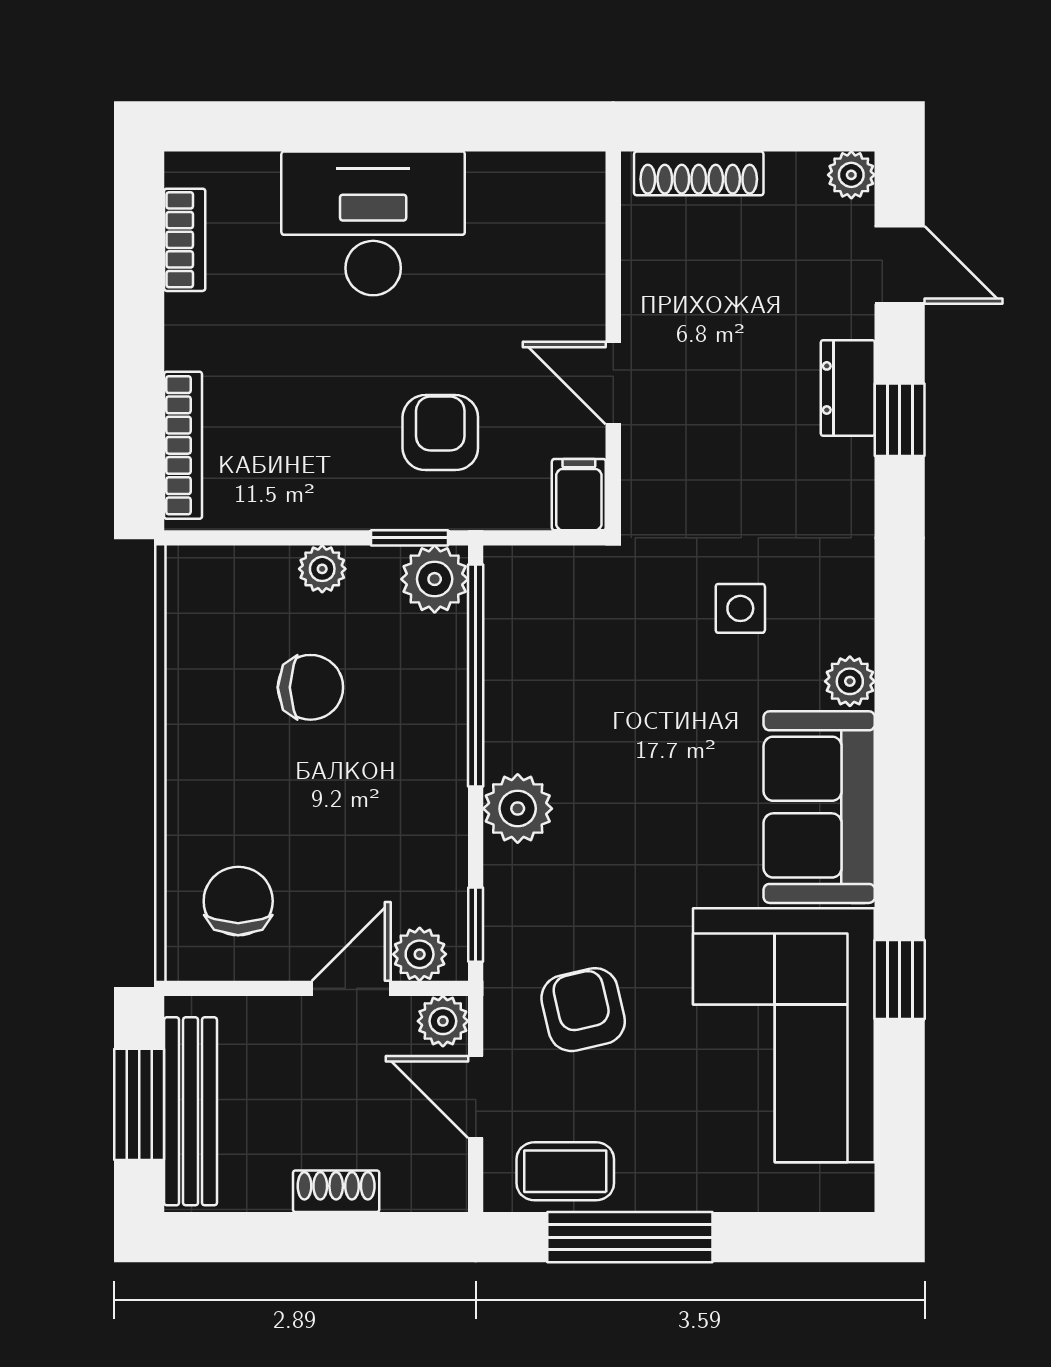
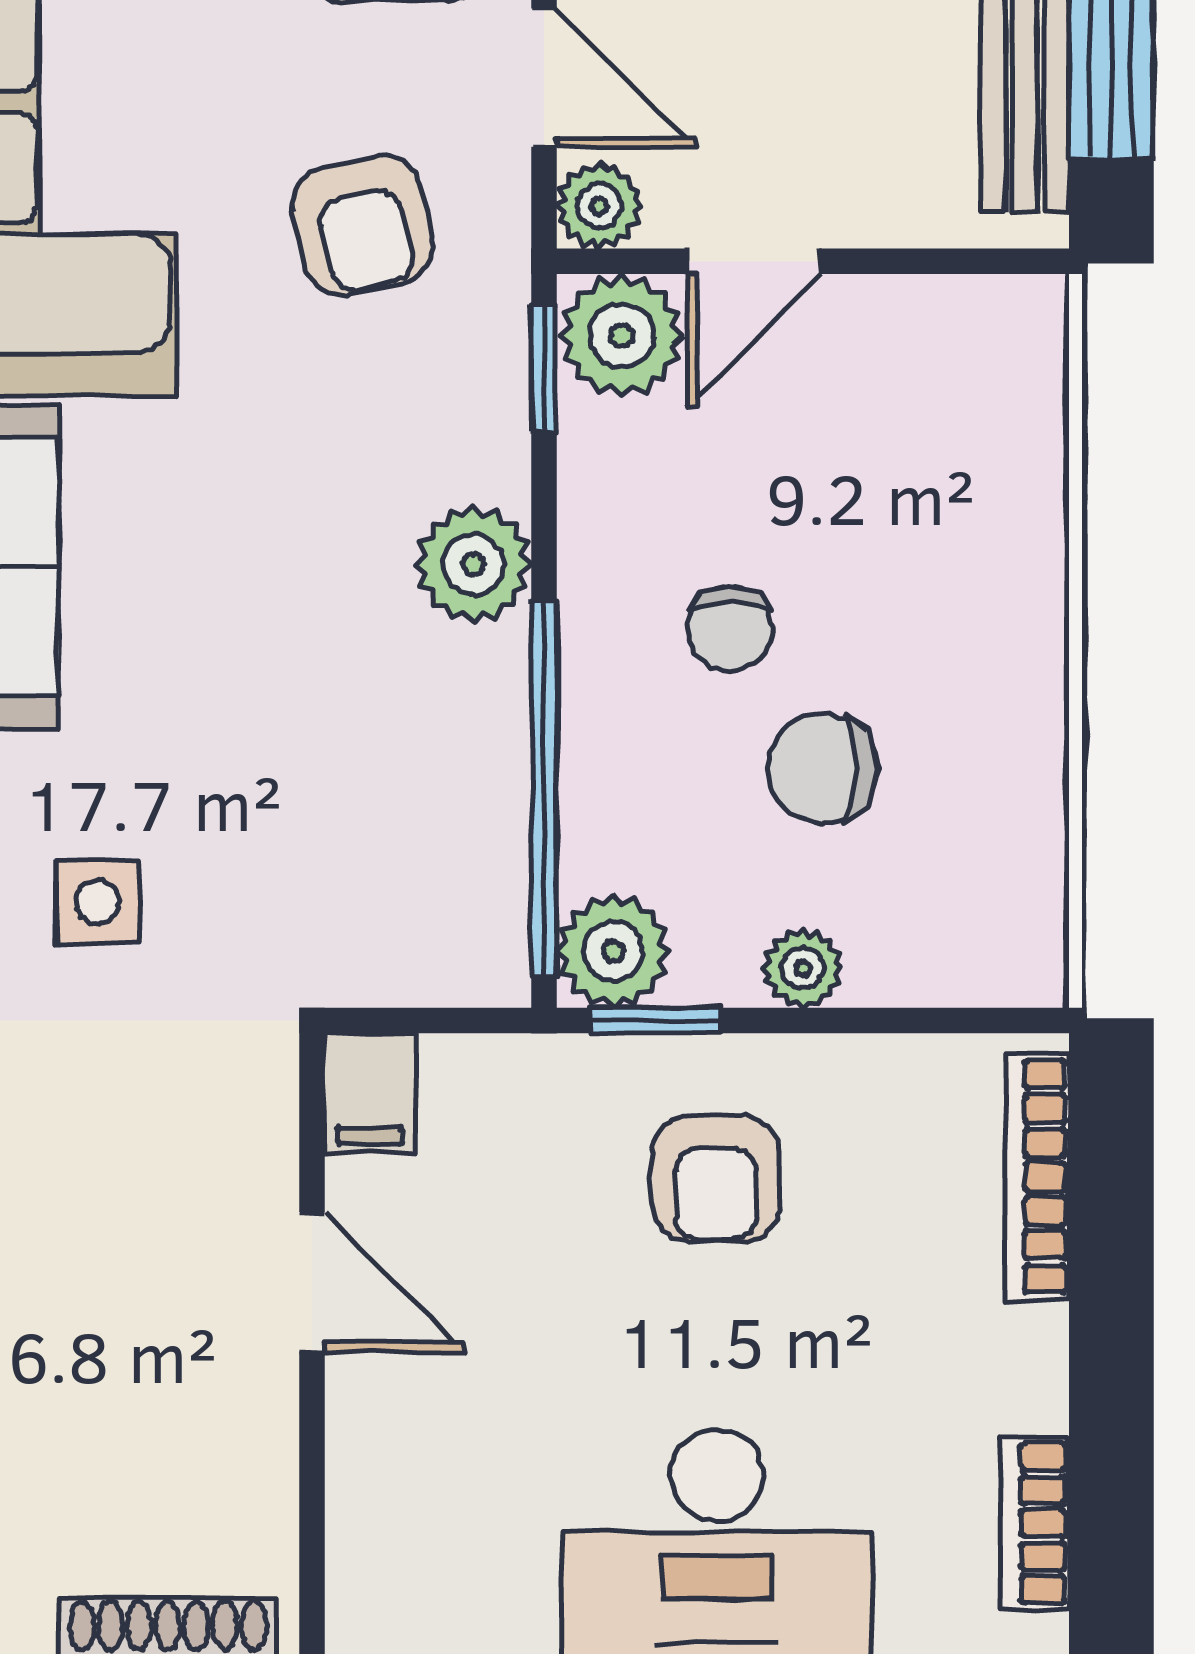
armchair: (440, 433) -> (716, 1179), moved
chair: (238, 901) -> (730, 628), moved, width x0.73, depth x0.73
plant: (420, 954) -> (622, 335), width x1.38, depth x1.38

